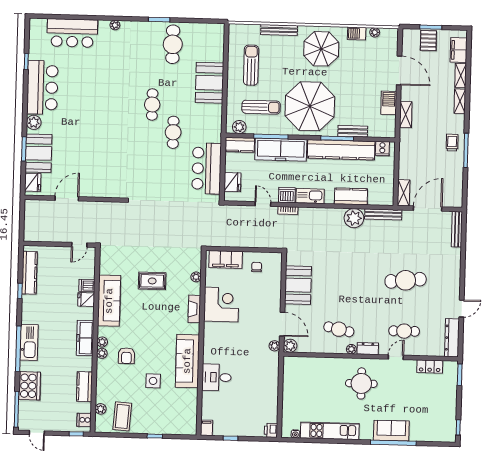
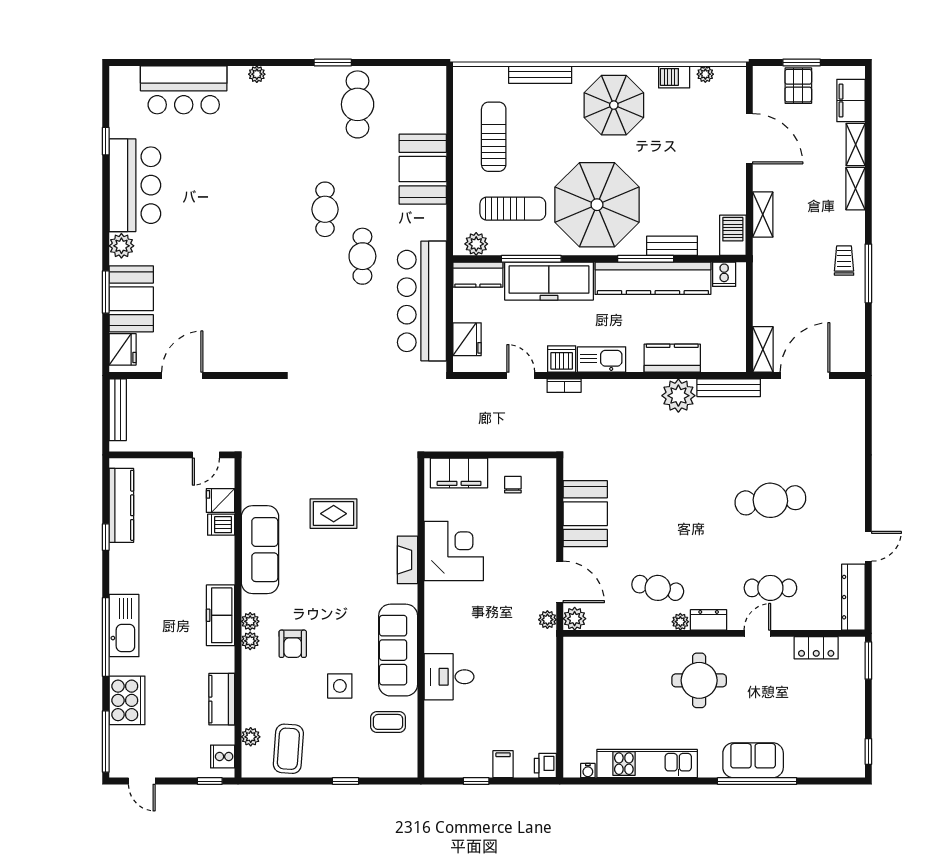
barbecue: (389, 103) -> (733, 235), moved
bar counter: (207, 168) -> (422, 301), width x1.36
bench: (457, 229) -> (118, 410), moved
plant: (196, 277) -> (409, 505), removed
fridge: (86, 300) -> (221, 501), moved
coffee table: (180, 403) -> (388, 722), added
filing cabinet: (207, 428) -> (503, 764), moved

